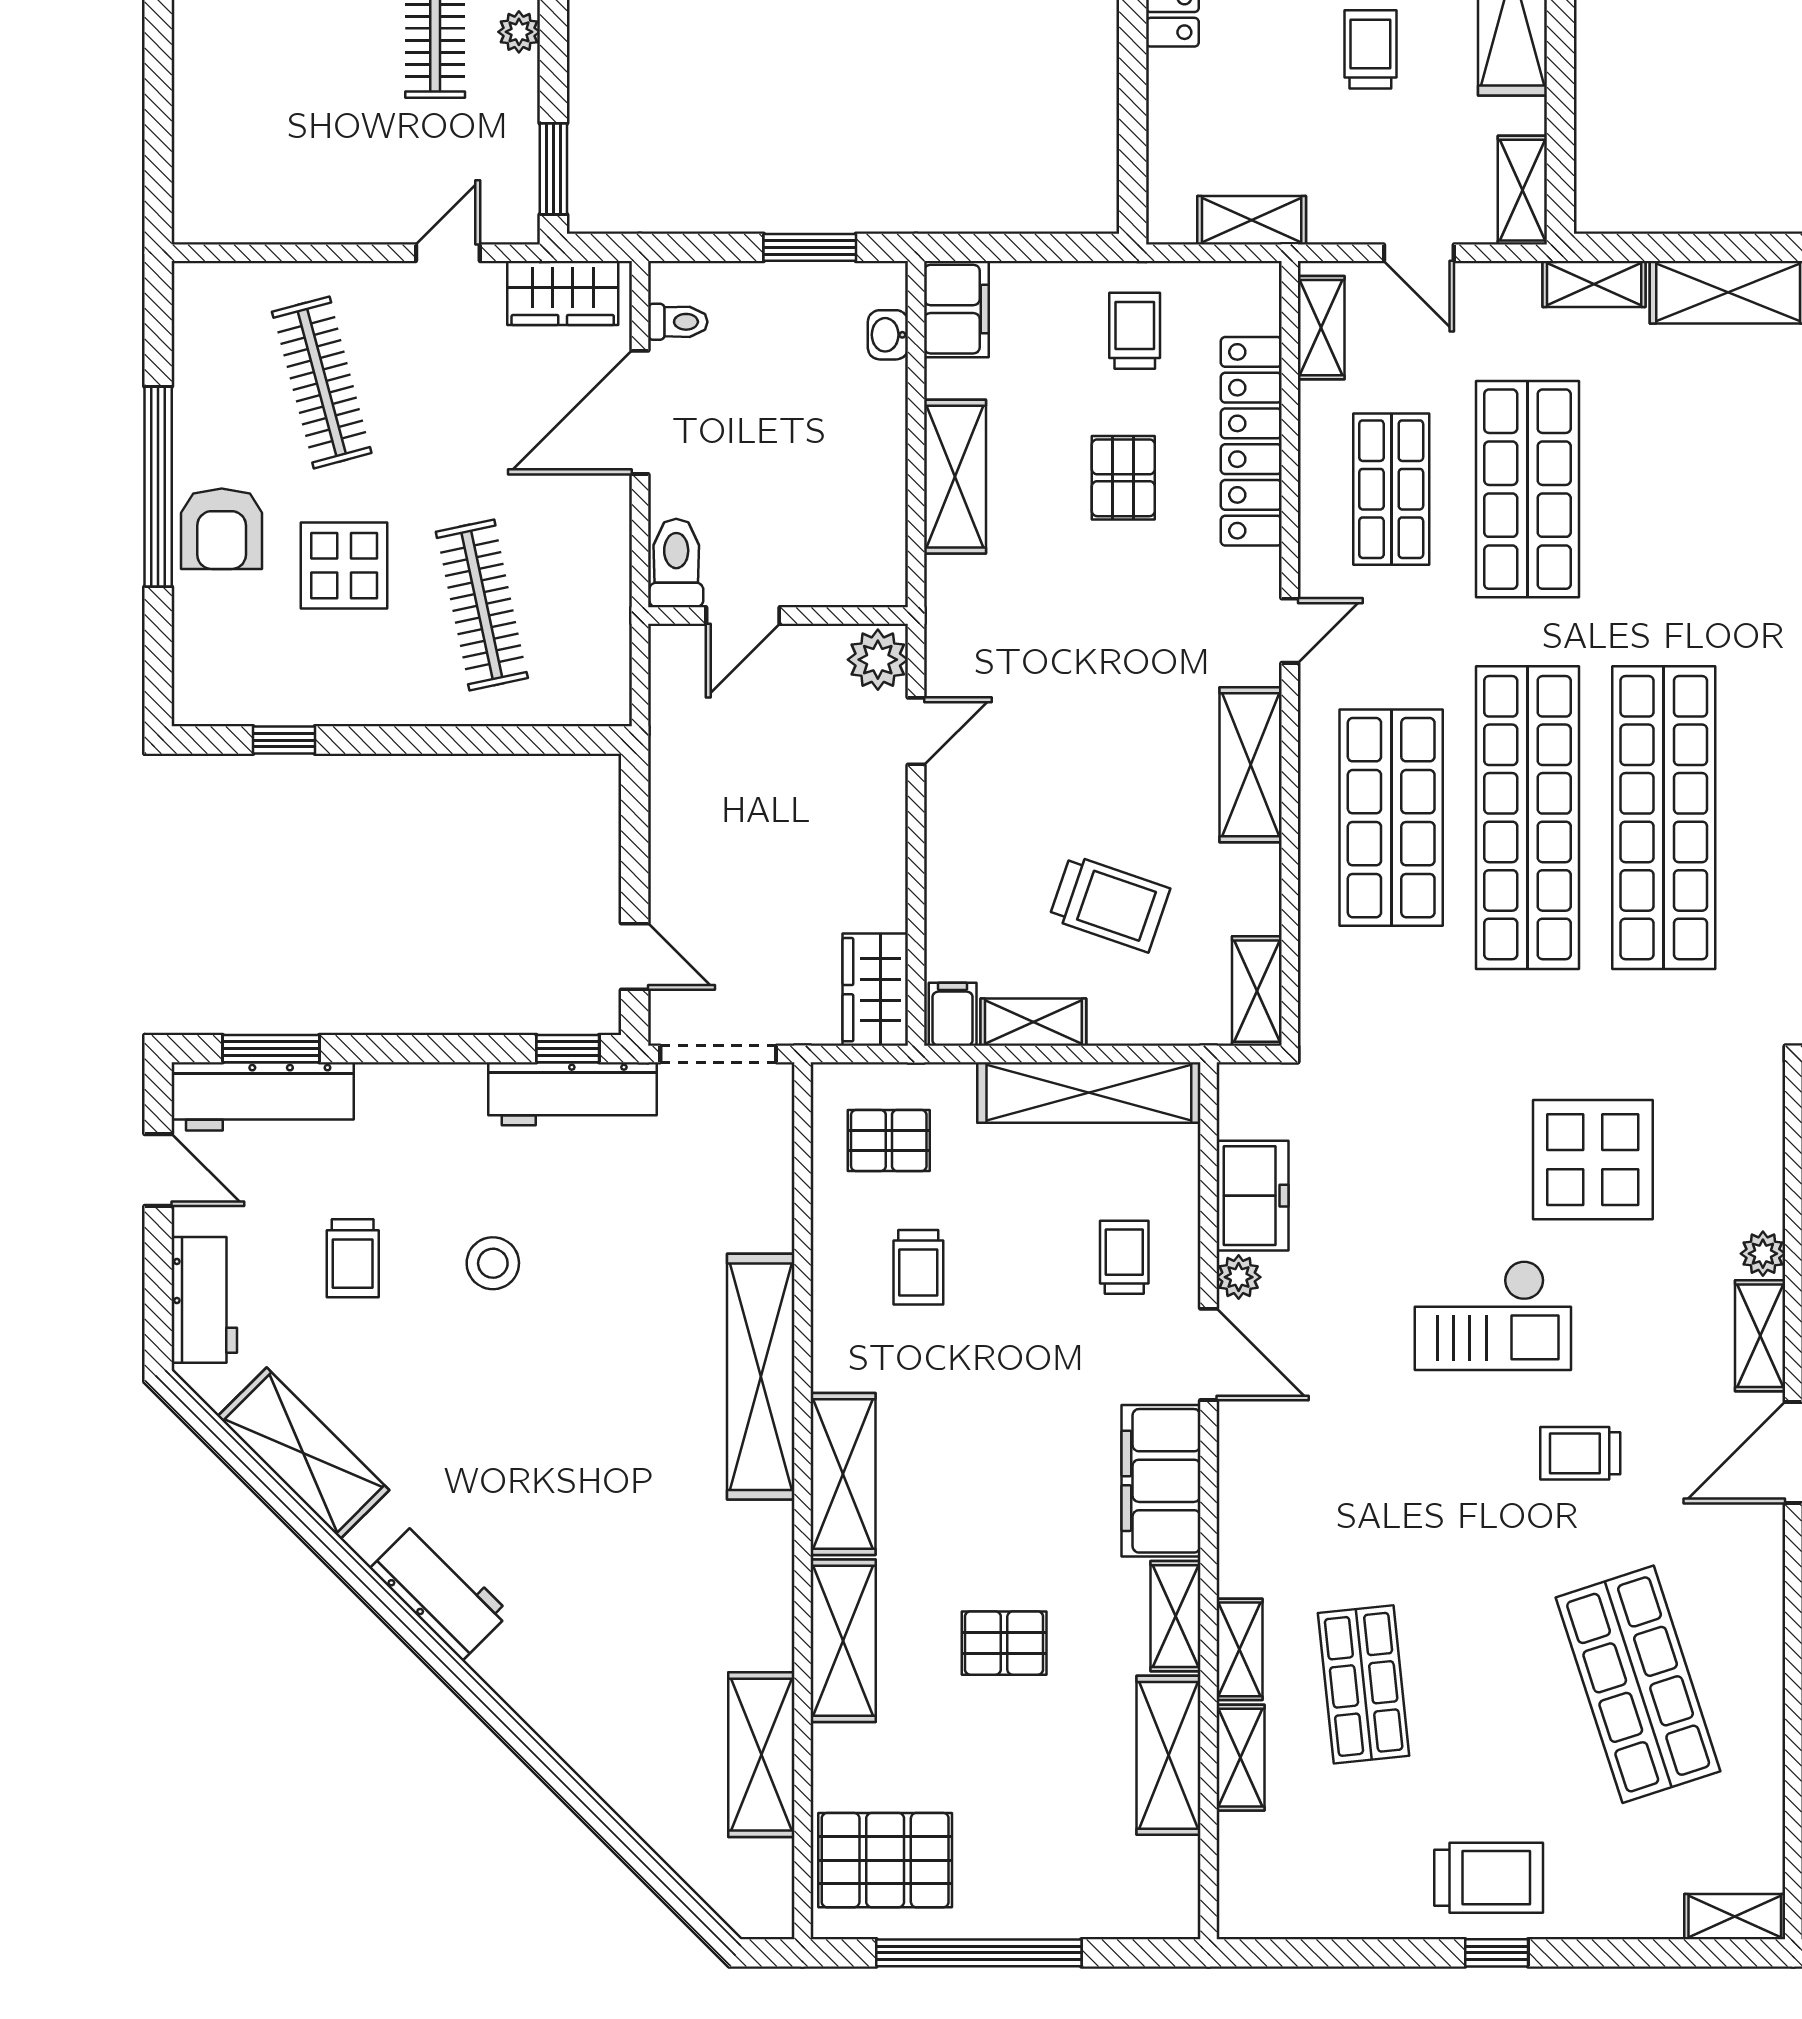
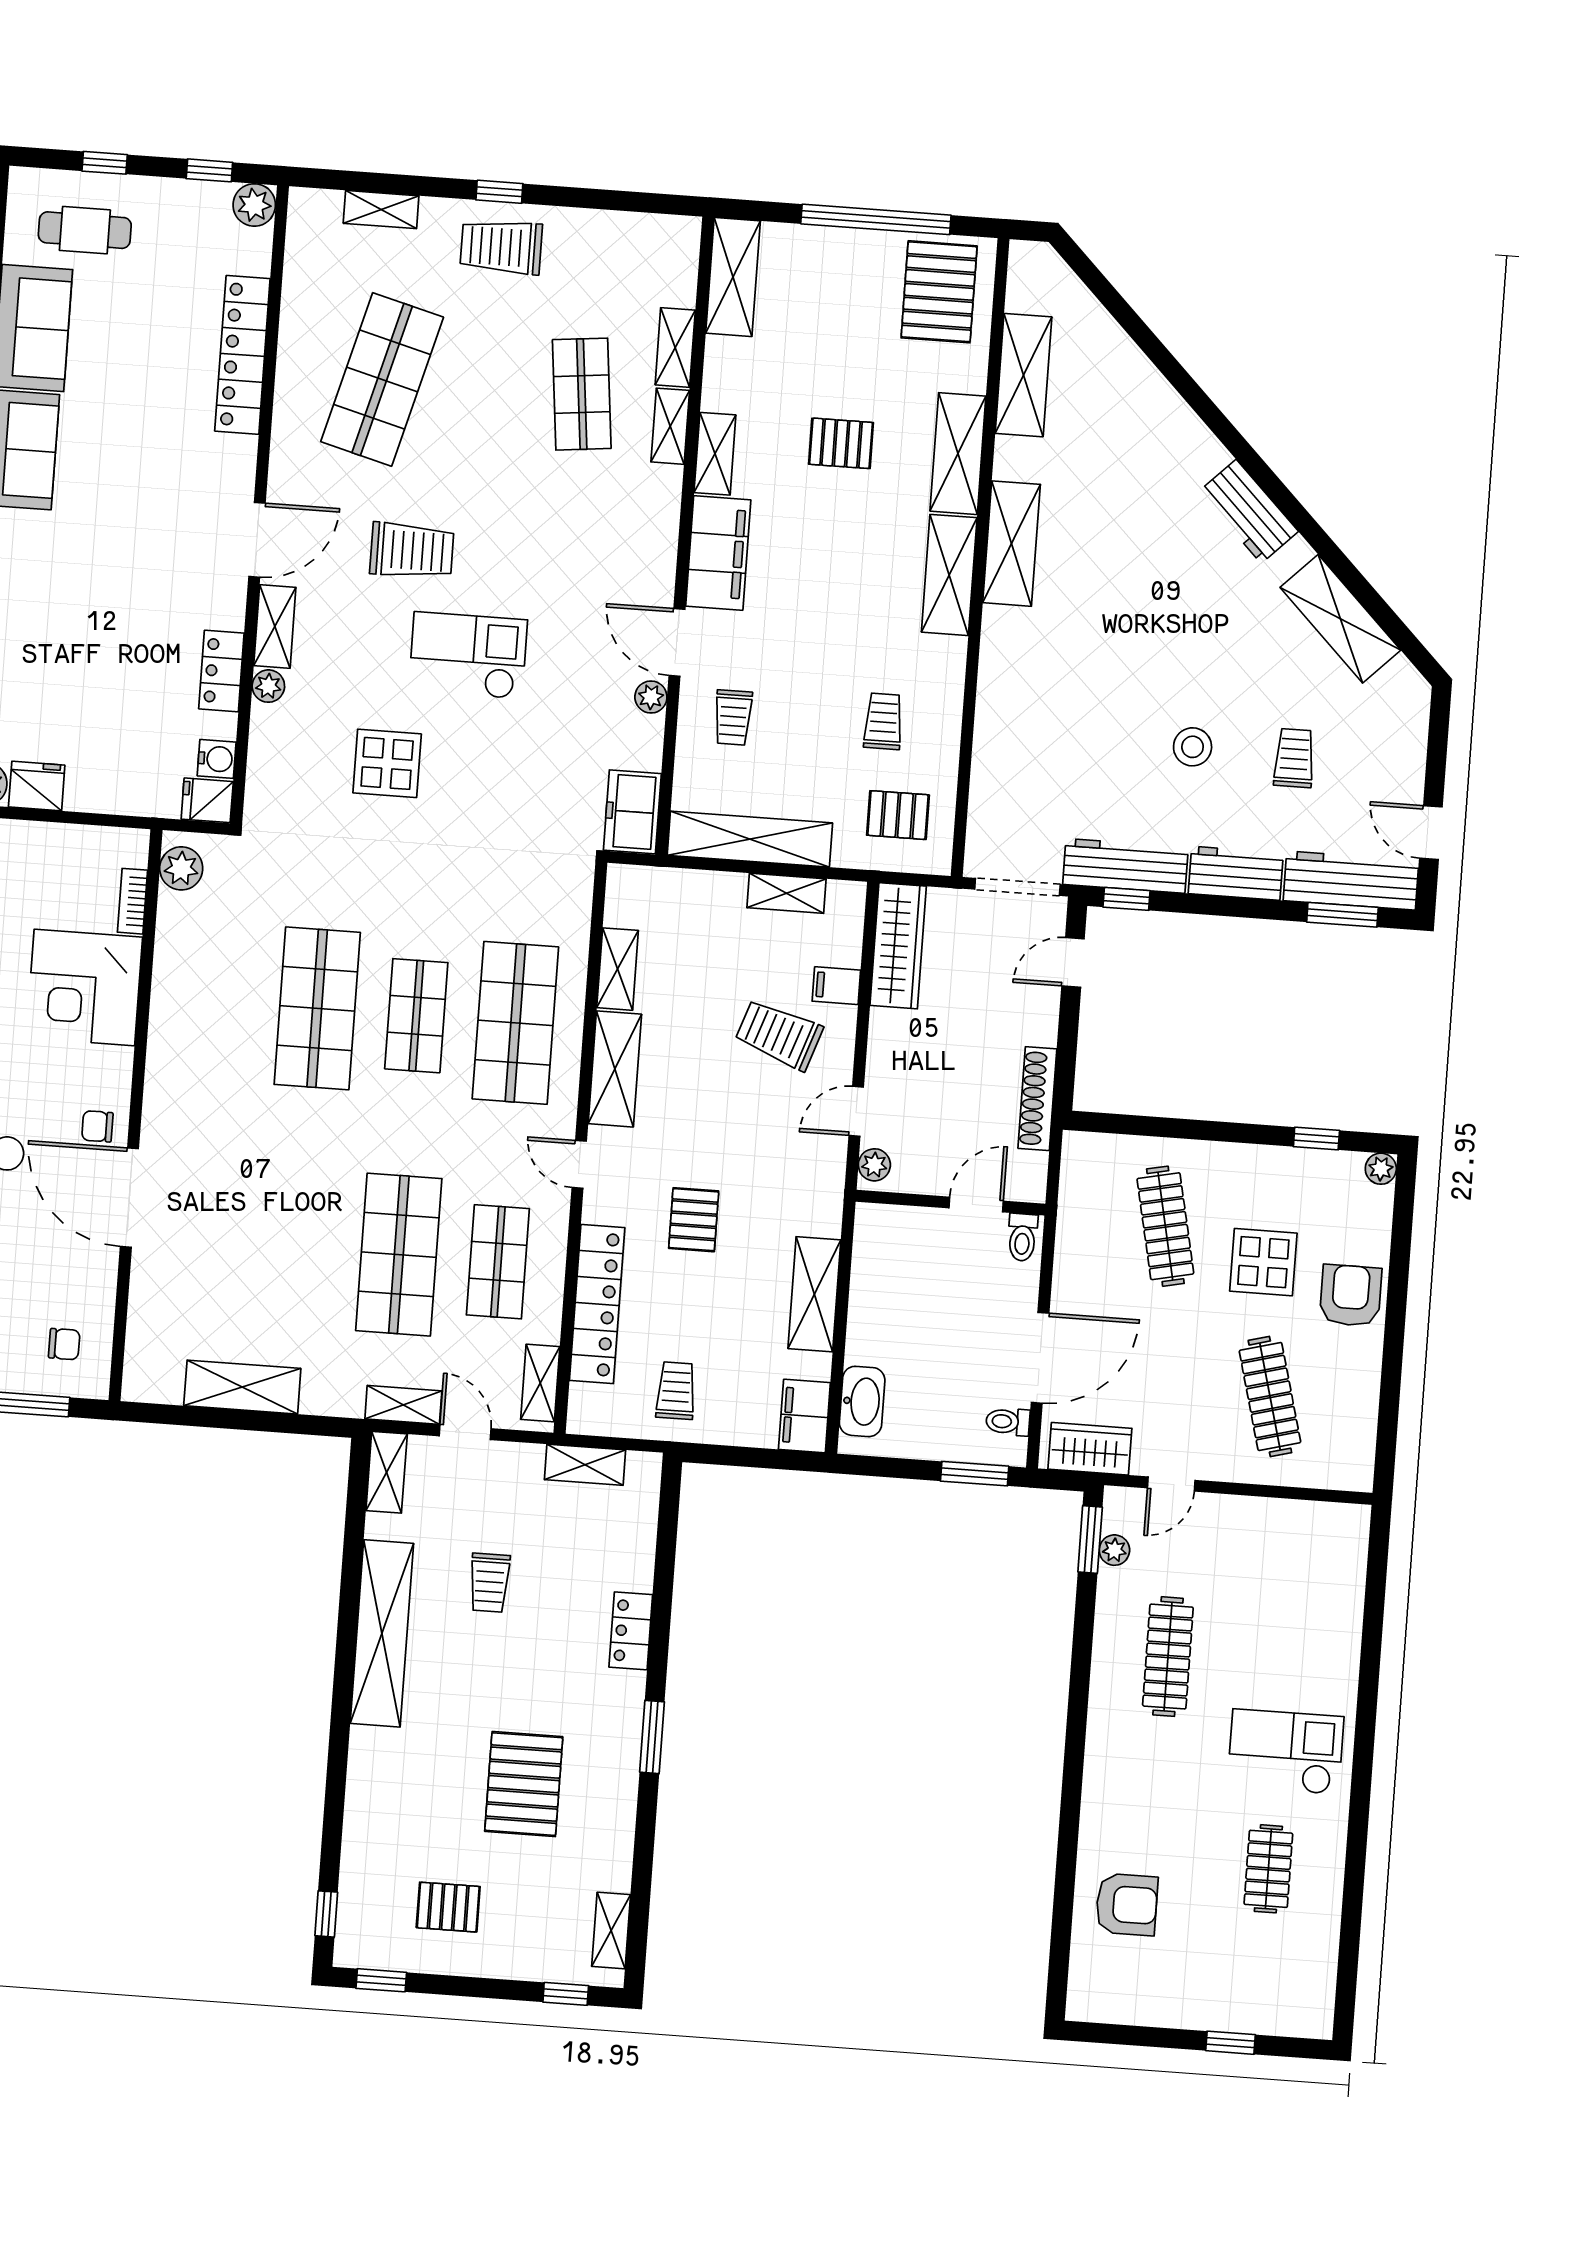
plant: (519, 32) -> (1114, 1550), moved
window: (810, 247) -> (975, 1474), moved
shelving: (1594, 284) -> (403, 1405), moved
trolley: (1135, 331) -> (676, 1391), turned 180
washbasin: (888, 335) -> (862, 1401), width x1.91, depth x1.45
pallet: (1123, 478) -> (694, 1220), moved
window: (158, 487) -> (1394, 1330), removed
toilet: (676, 563) -> (1022, 1237), width x0.73, depth x0.72
door: (1290, 631) -> (579, 1164), hinge flipped
plant: (878, 660) -> (874, 1165), width x0.73, depth x0.73
plant: (193, 705) -> (1381, 1169), added
shoe rack: (670, 767) -> (1037, 1099), added
shop shelf: (1527, 818) -> (416, 1016), width x0.50, depth x0.74
shop shelf: (1664, 818) -> (317, 1008), width x0.71
trolley: (1110, 903) -> (779, 1035), moved
door: (635, 957) -> (1073, 962), hinge flipped
wardrobe: (875, 990) -> (898, 946), width x1.50
shelving: (1257, 991) -> (618, 969), moved
filing cabinet: (953, 1014) -> (836, 986), moved, turned 90
display table: (1593, 1160) -> (387, 763), width x0.73, depth x0.73
freezer: (1252, 1196) -> (632, 812), moved
workbench: (204, 1300) -> (1236, 873), moved, turned 90
shelving: (761, 1377) -> (1012, 544), moved, width x0.68
trolley: (1580, 1453) -> (412, 551), width x1.36, depth x1.39
shop shelf: (1638, 1684) -> (382, 379), turned 33
shelving: (1169, 1755) -> (733, 277), moved
pallet: (885, 1860) -> (939, 292), turned 90
shelving: (1735, 1917) -> (381, 210), moved

